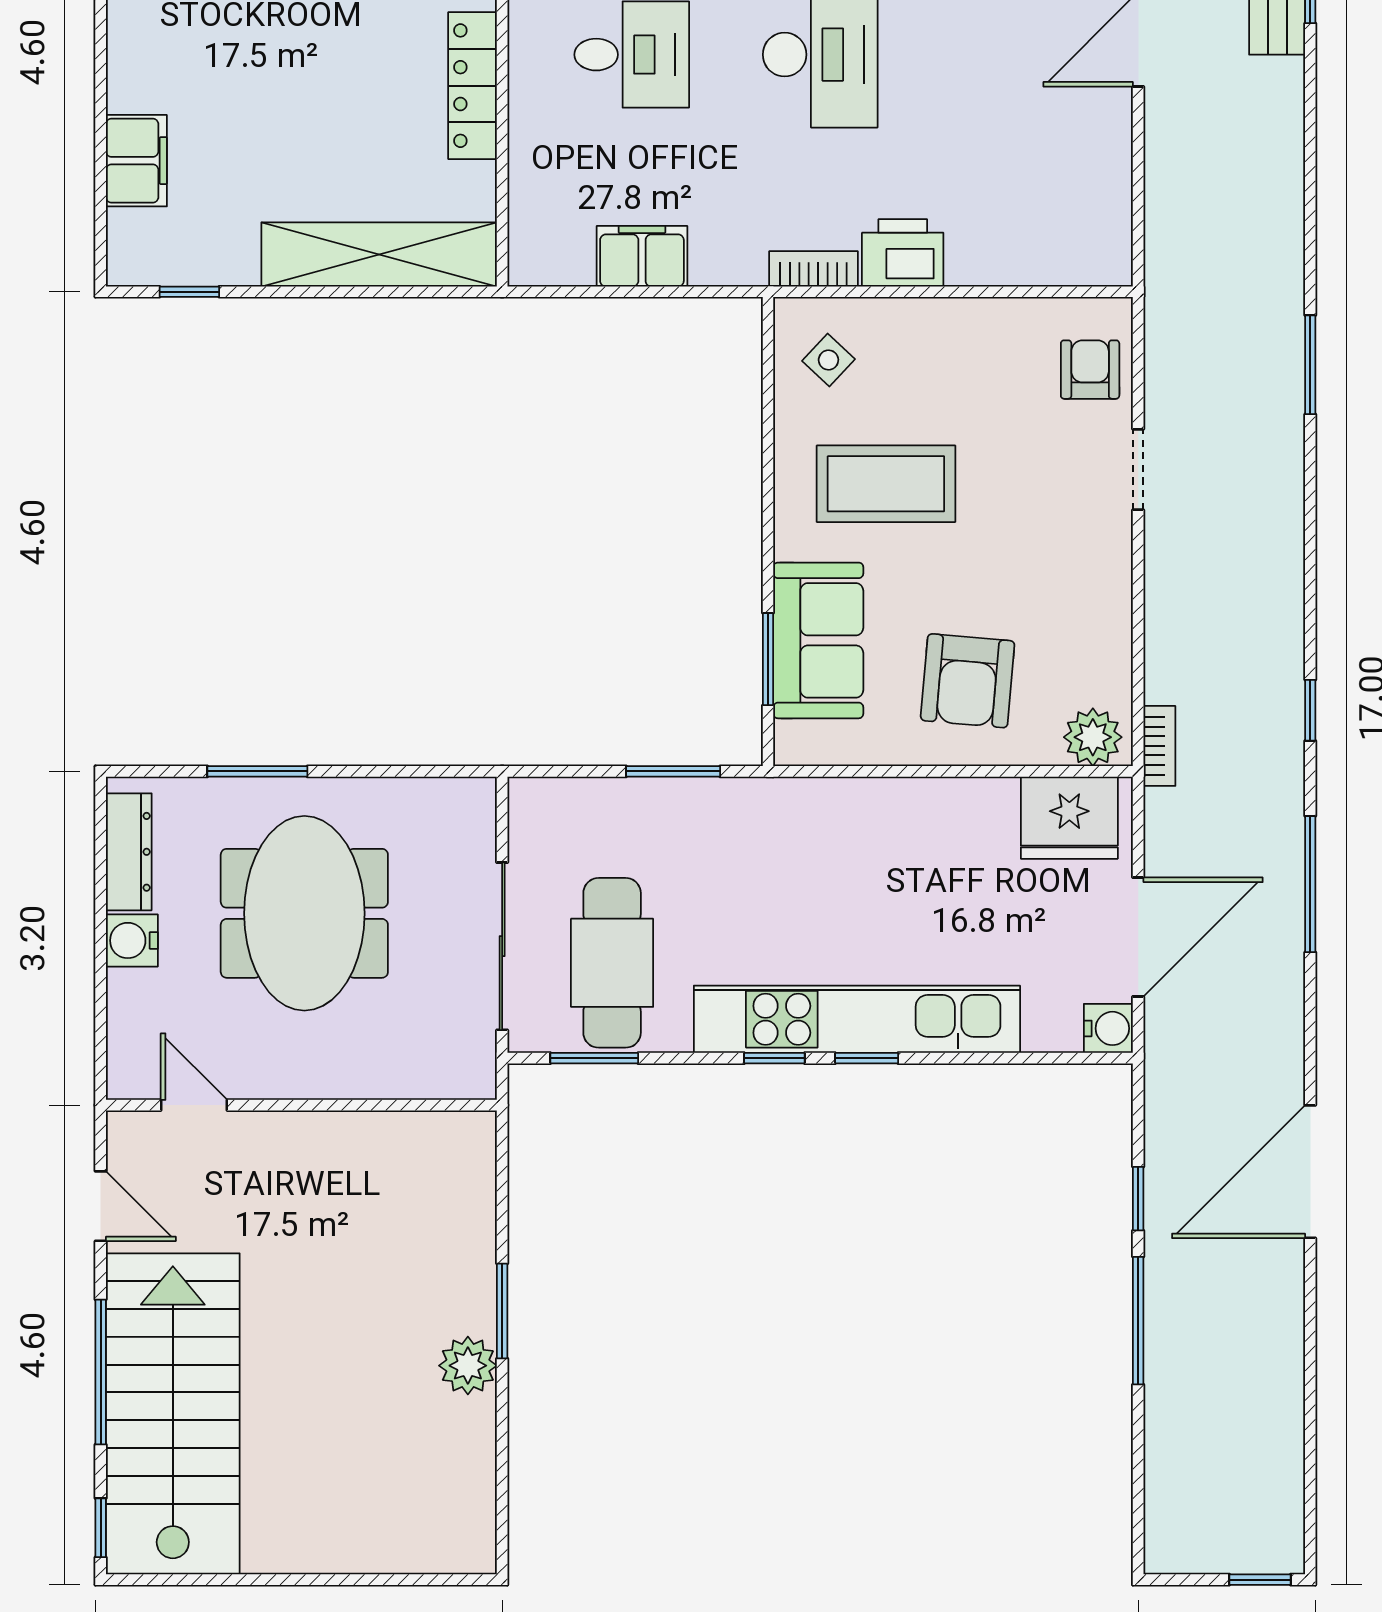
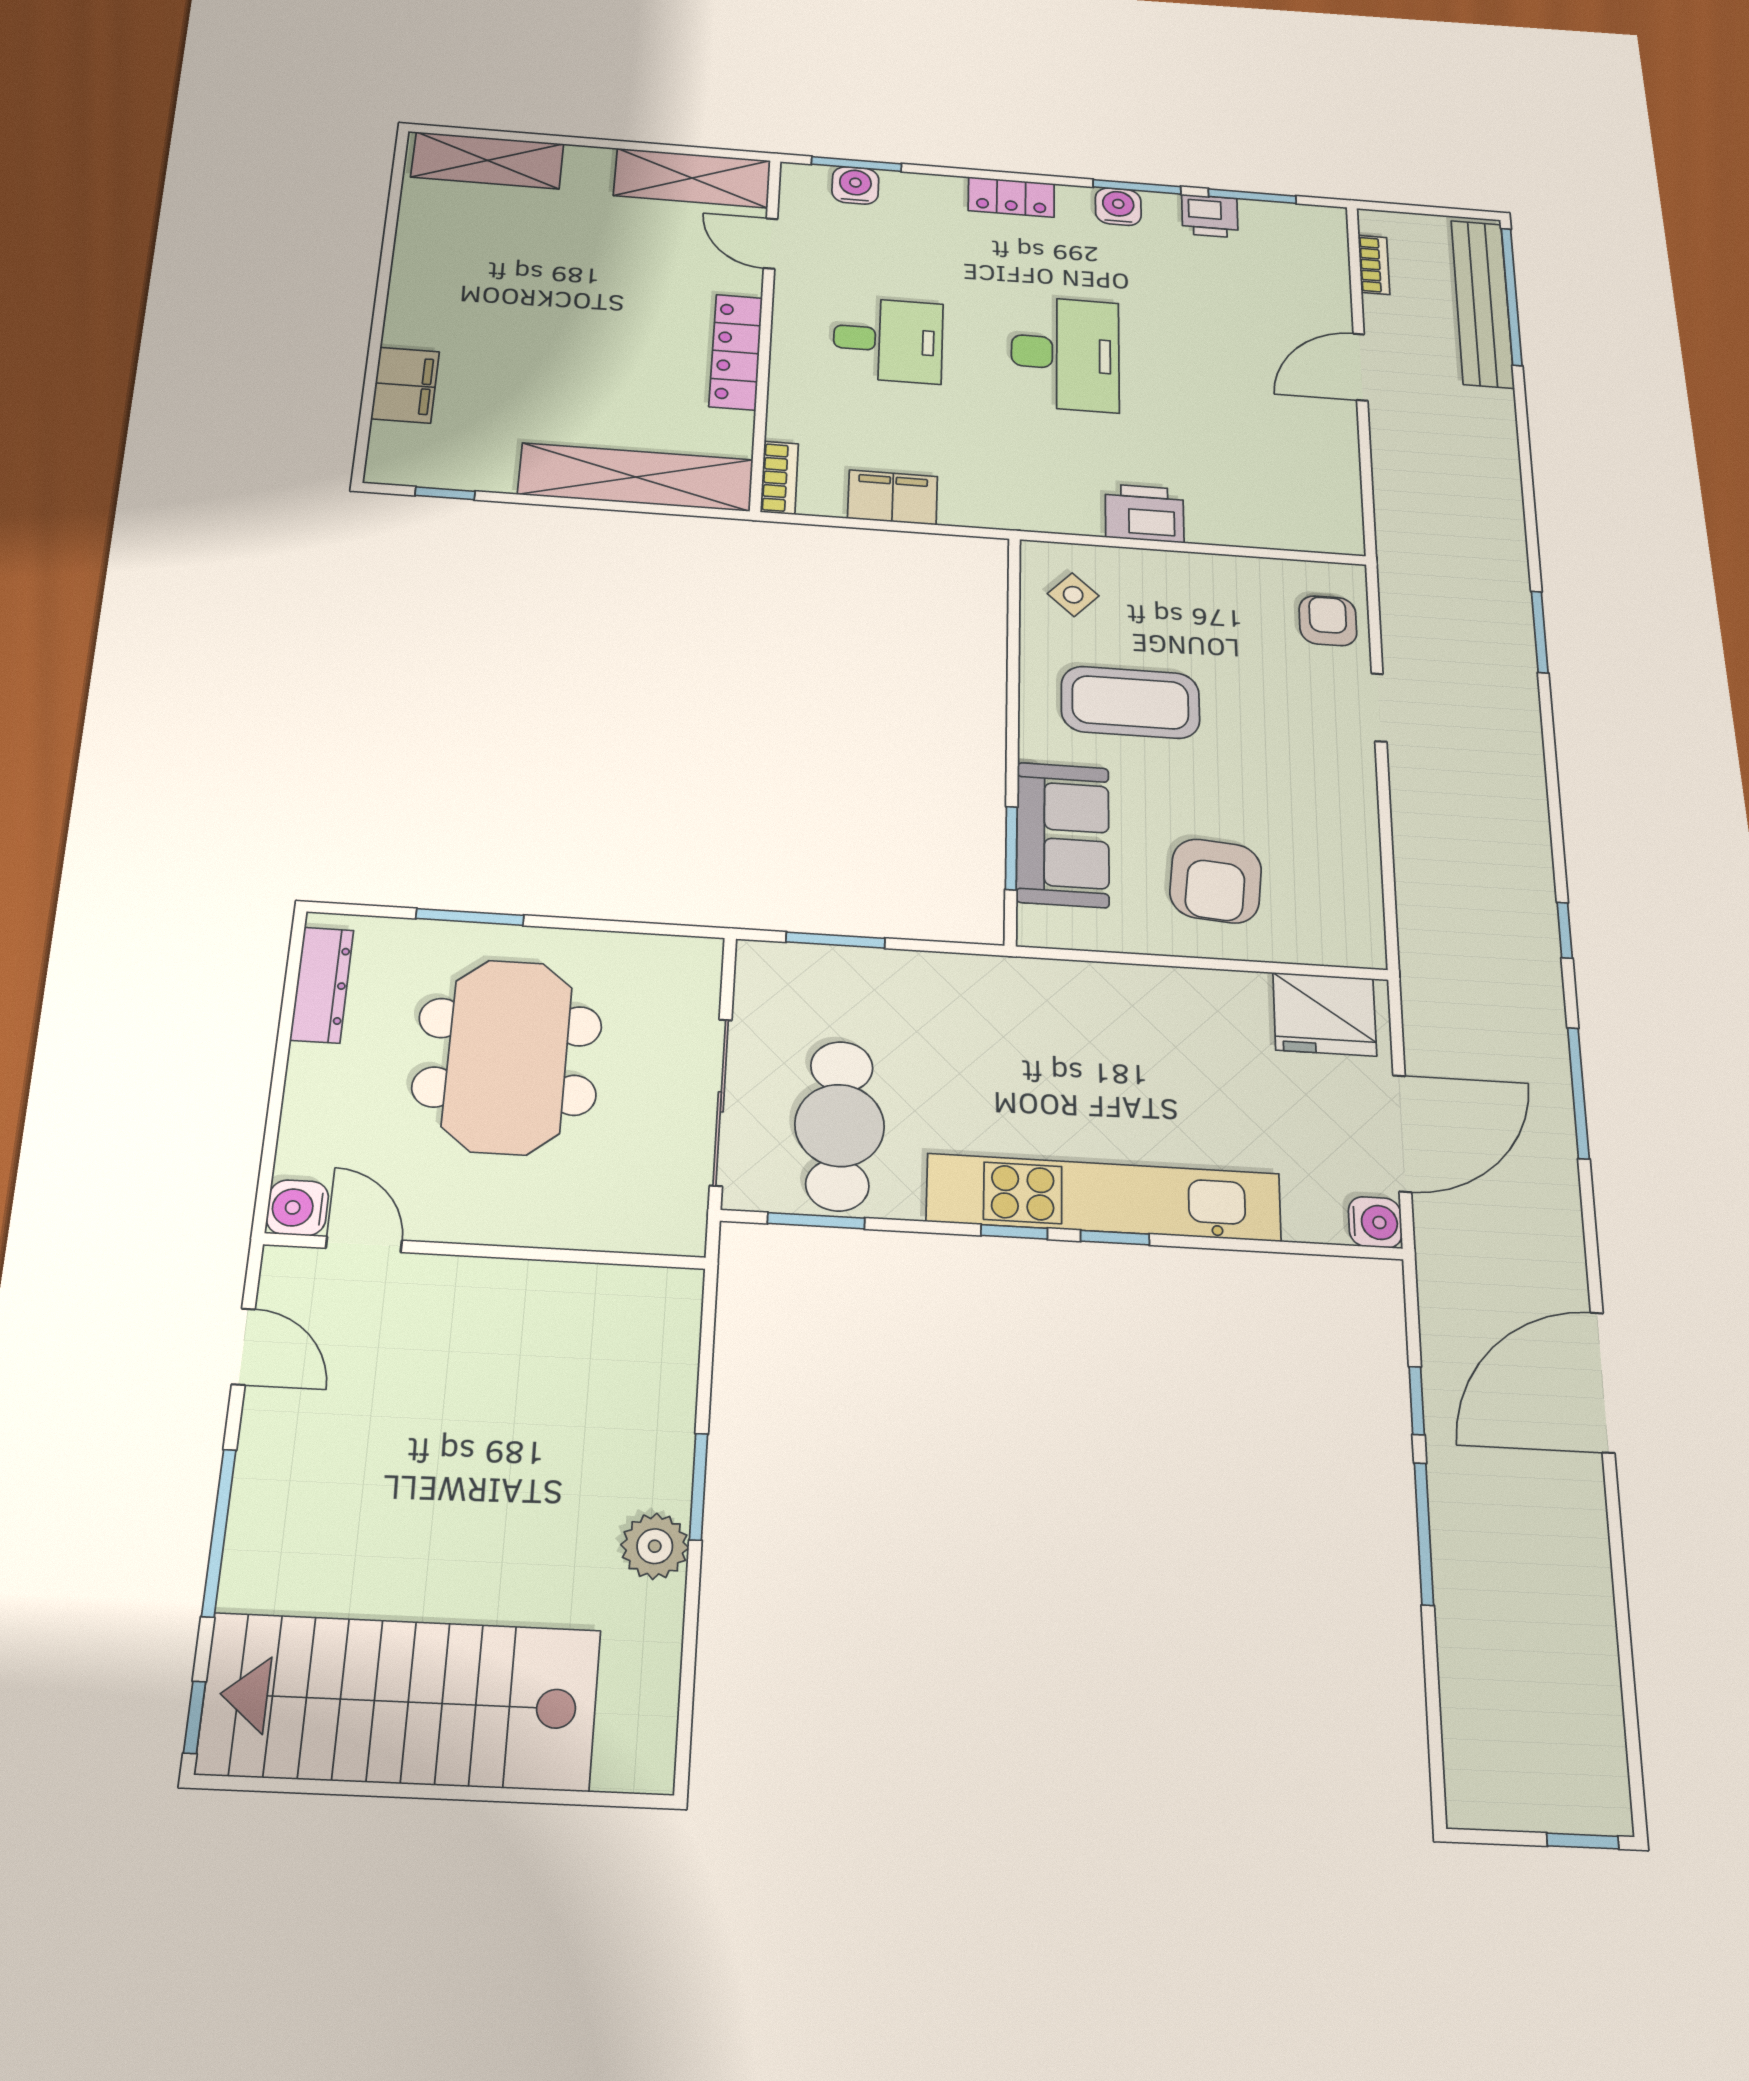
bookcase: (813, 269) -> (779, 478), moved, turned 90
plant: (1093, 737) -> (1345, 941), removed
bookcase: (1159, 746) -> (1414, 953), removed
window: (673, 771) -> (836, 940), moved
water cooler: (132, 940) -> (297, 1208), moved
stairs: (173, 1414) -> (400, 1702), moved, turned -90

